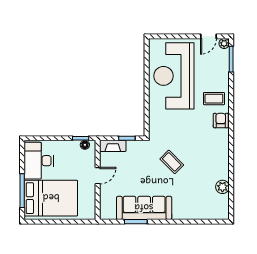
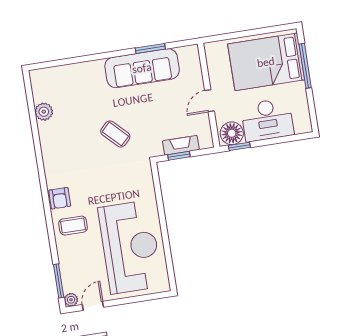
floor lamp: (85, 145) -> (232, 133), width x1.89, depth x1.89
fireplace: (113, 146) -> (181, 145), moved
desk: (39, 161) -> (267, 120), moved, turned 90

